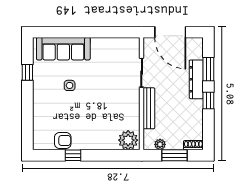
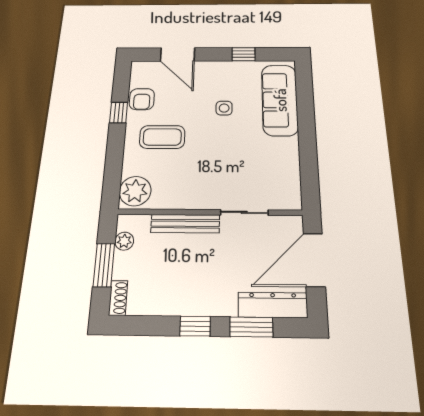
dresser: (196, 79) -> (273, 305), moved
door: (27, 118) -> (178, 54), added
coffee table: (91, 125) -> (162, 137), added

